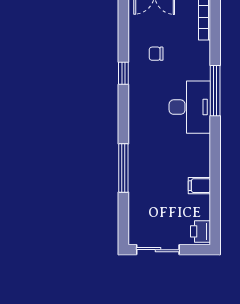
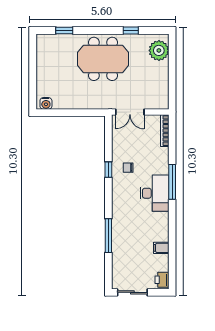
chair: (156, 54) -> (128, 168), moved

